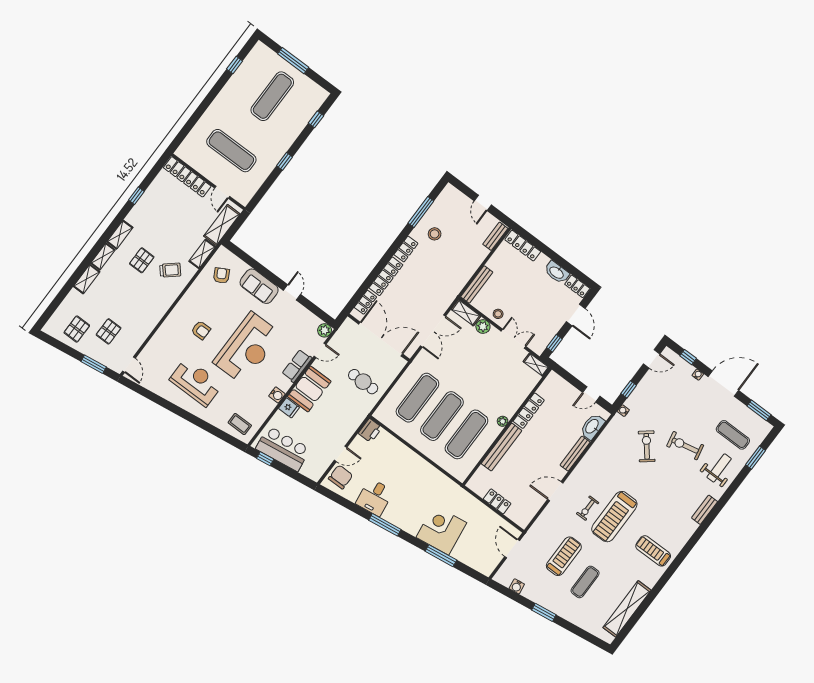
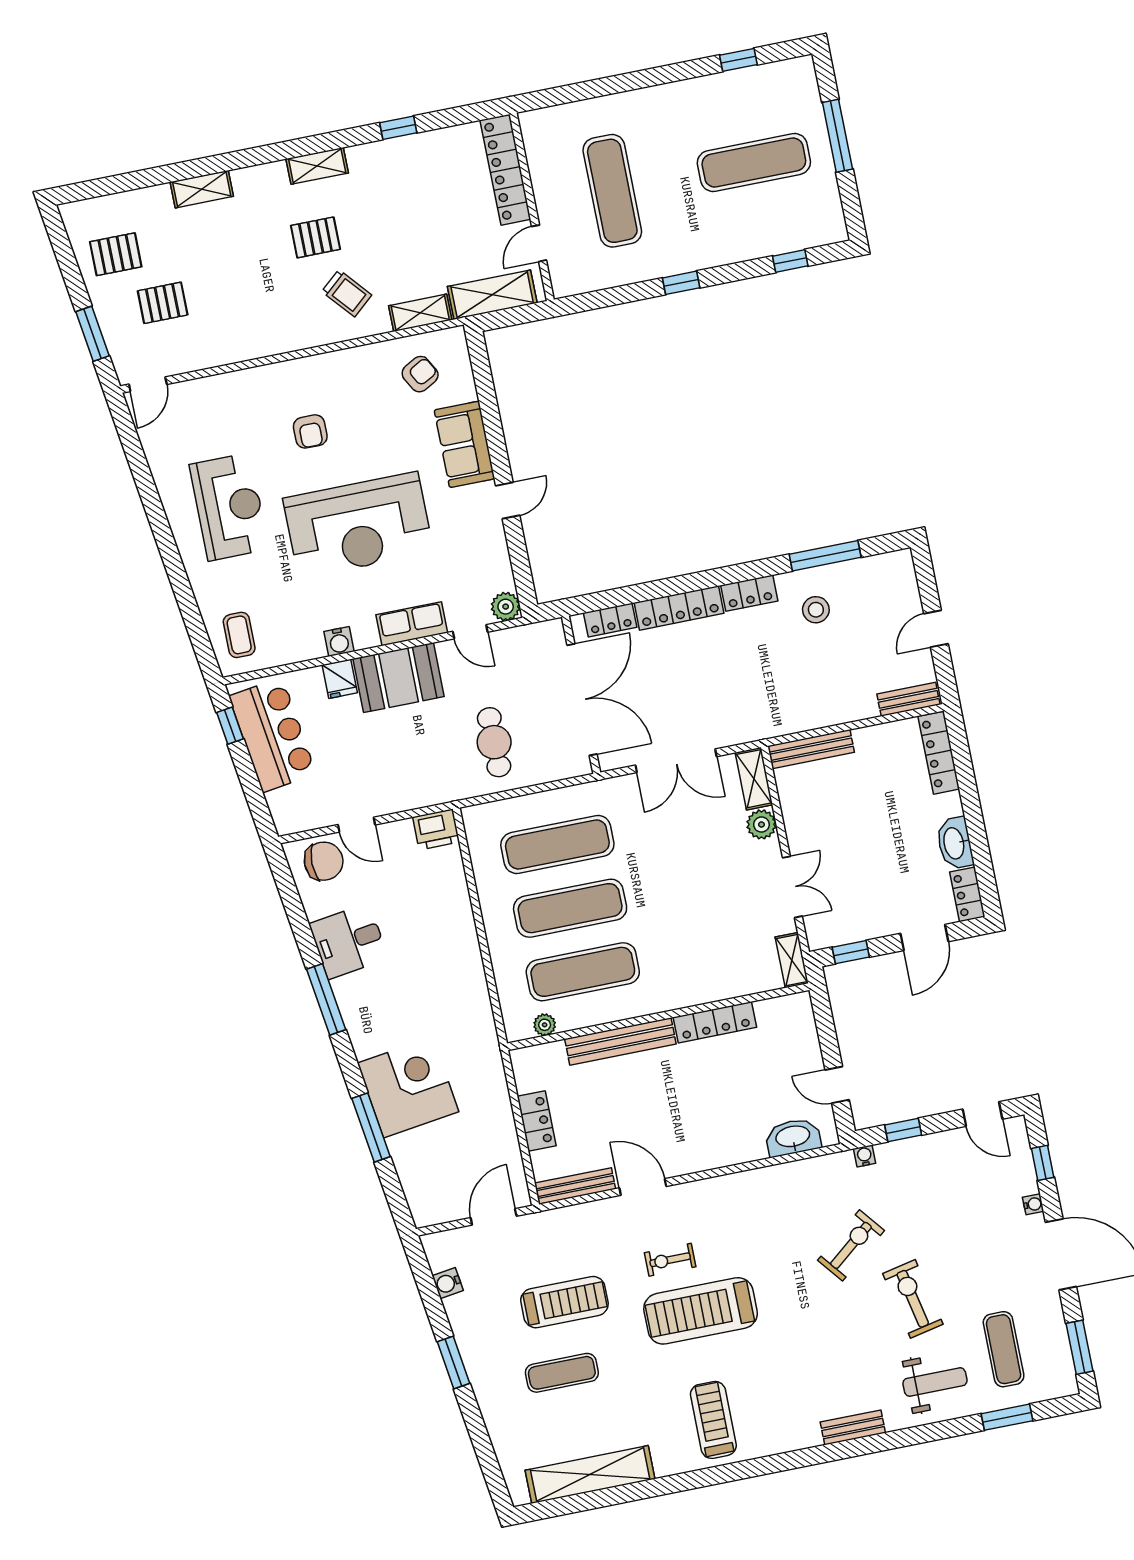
shelving: (103, 257) -> (259, 177), removed
stool: (498, 314) -> (803, 826), removed
plant: (503, 421) -> (545, 1025), moved
bench: (575, 454) -> (575, 1186), moved

